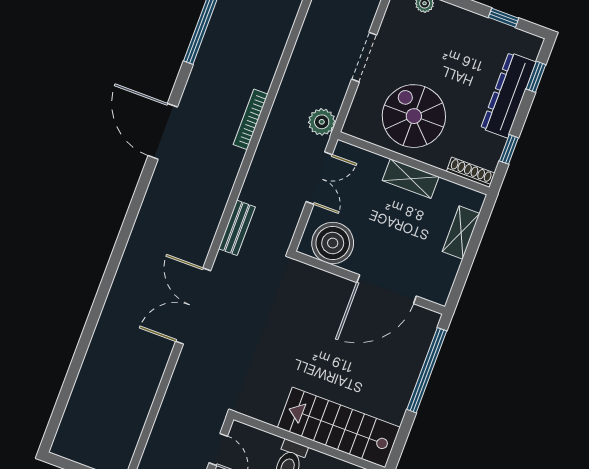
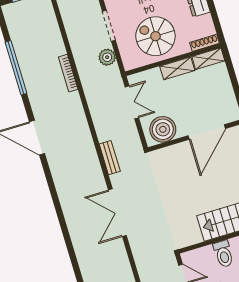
bookcase: (251, 119) -> (68, 73), moved
plant: (322, 122) -> (107, 57), moved
window: (509, 149) -> (215, 17), removed
shelving: (461, 233) -> (208, 59), moved, turned 90

